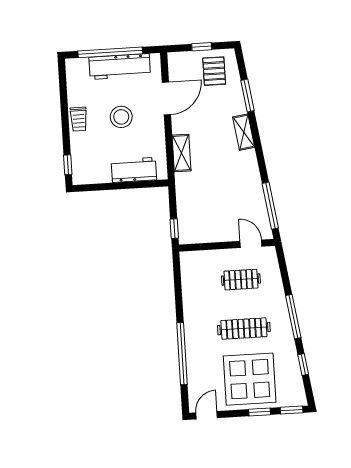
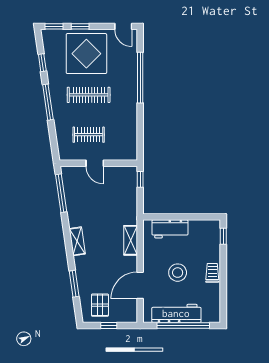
shelving: (244, 132) -> (77, 241), moved
door: (251, 244) -> (95, 163), moved
door: (207, 415) -> (123, 26), hinge flipped

